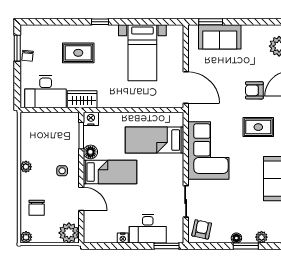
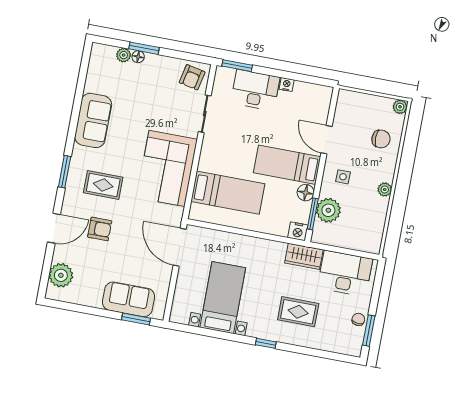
chair: (37, 208) -> (381, 139), turned 90
plant: (69, 233) -> (328, 210), moved
floor lamp: (236, 238) -> (138, 57), moved

